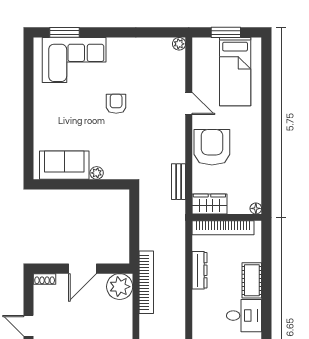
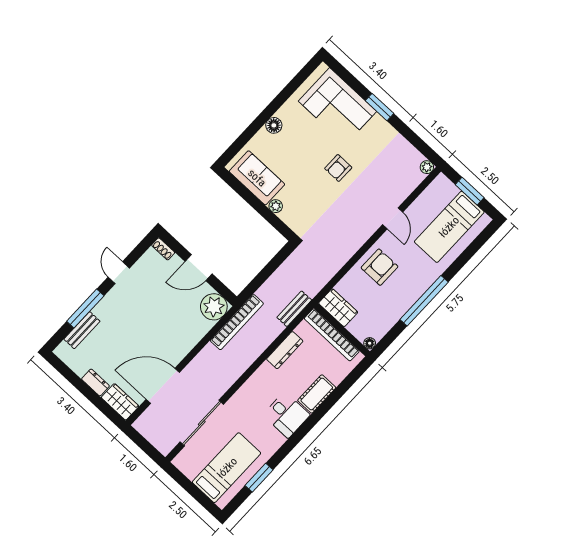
window: (65, 32) -> (380, 107), moved
armchair: (116, 104) -> (338, 168), turned 180
floor lamp: (41, 116) -> (274, 125), added
window: (266, 142) -> (424, 301), added
armchair: (212, 147) -> (380, 267), width x0.73, depth x0.73
bench: (179, 182) -> (294, 309), moved

